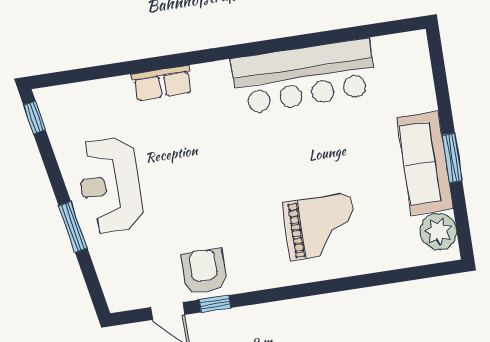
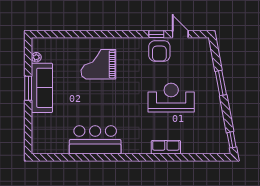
bar counter: (304, 76) -> (95, 140), width x0.73
reception desk: (110, 185) -> (171, 98), moved, turned -90
plant: (438, 232) -> (36, 57), width x0.53, depth x0.53

